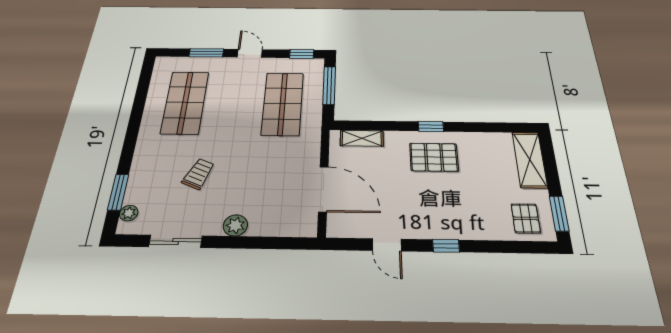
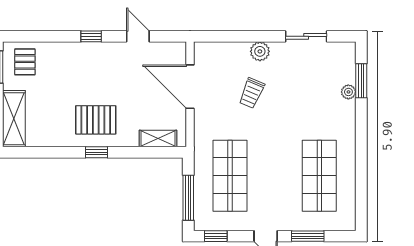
trolley: (198, 174) -> (252, 93), moved
plant: (129, 213) -> (348, 92), moved

